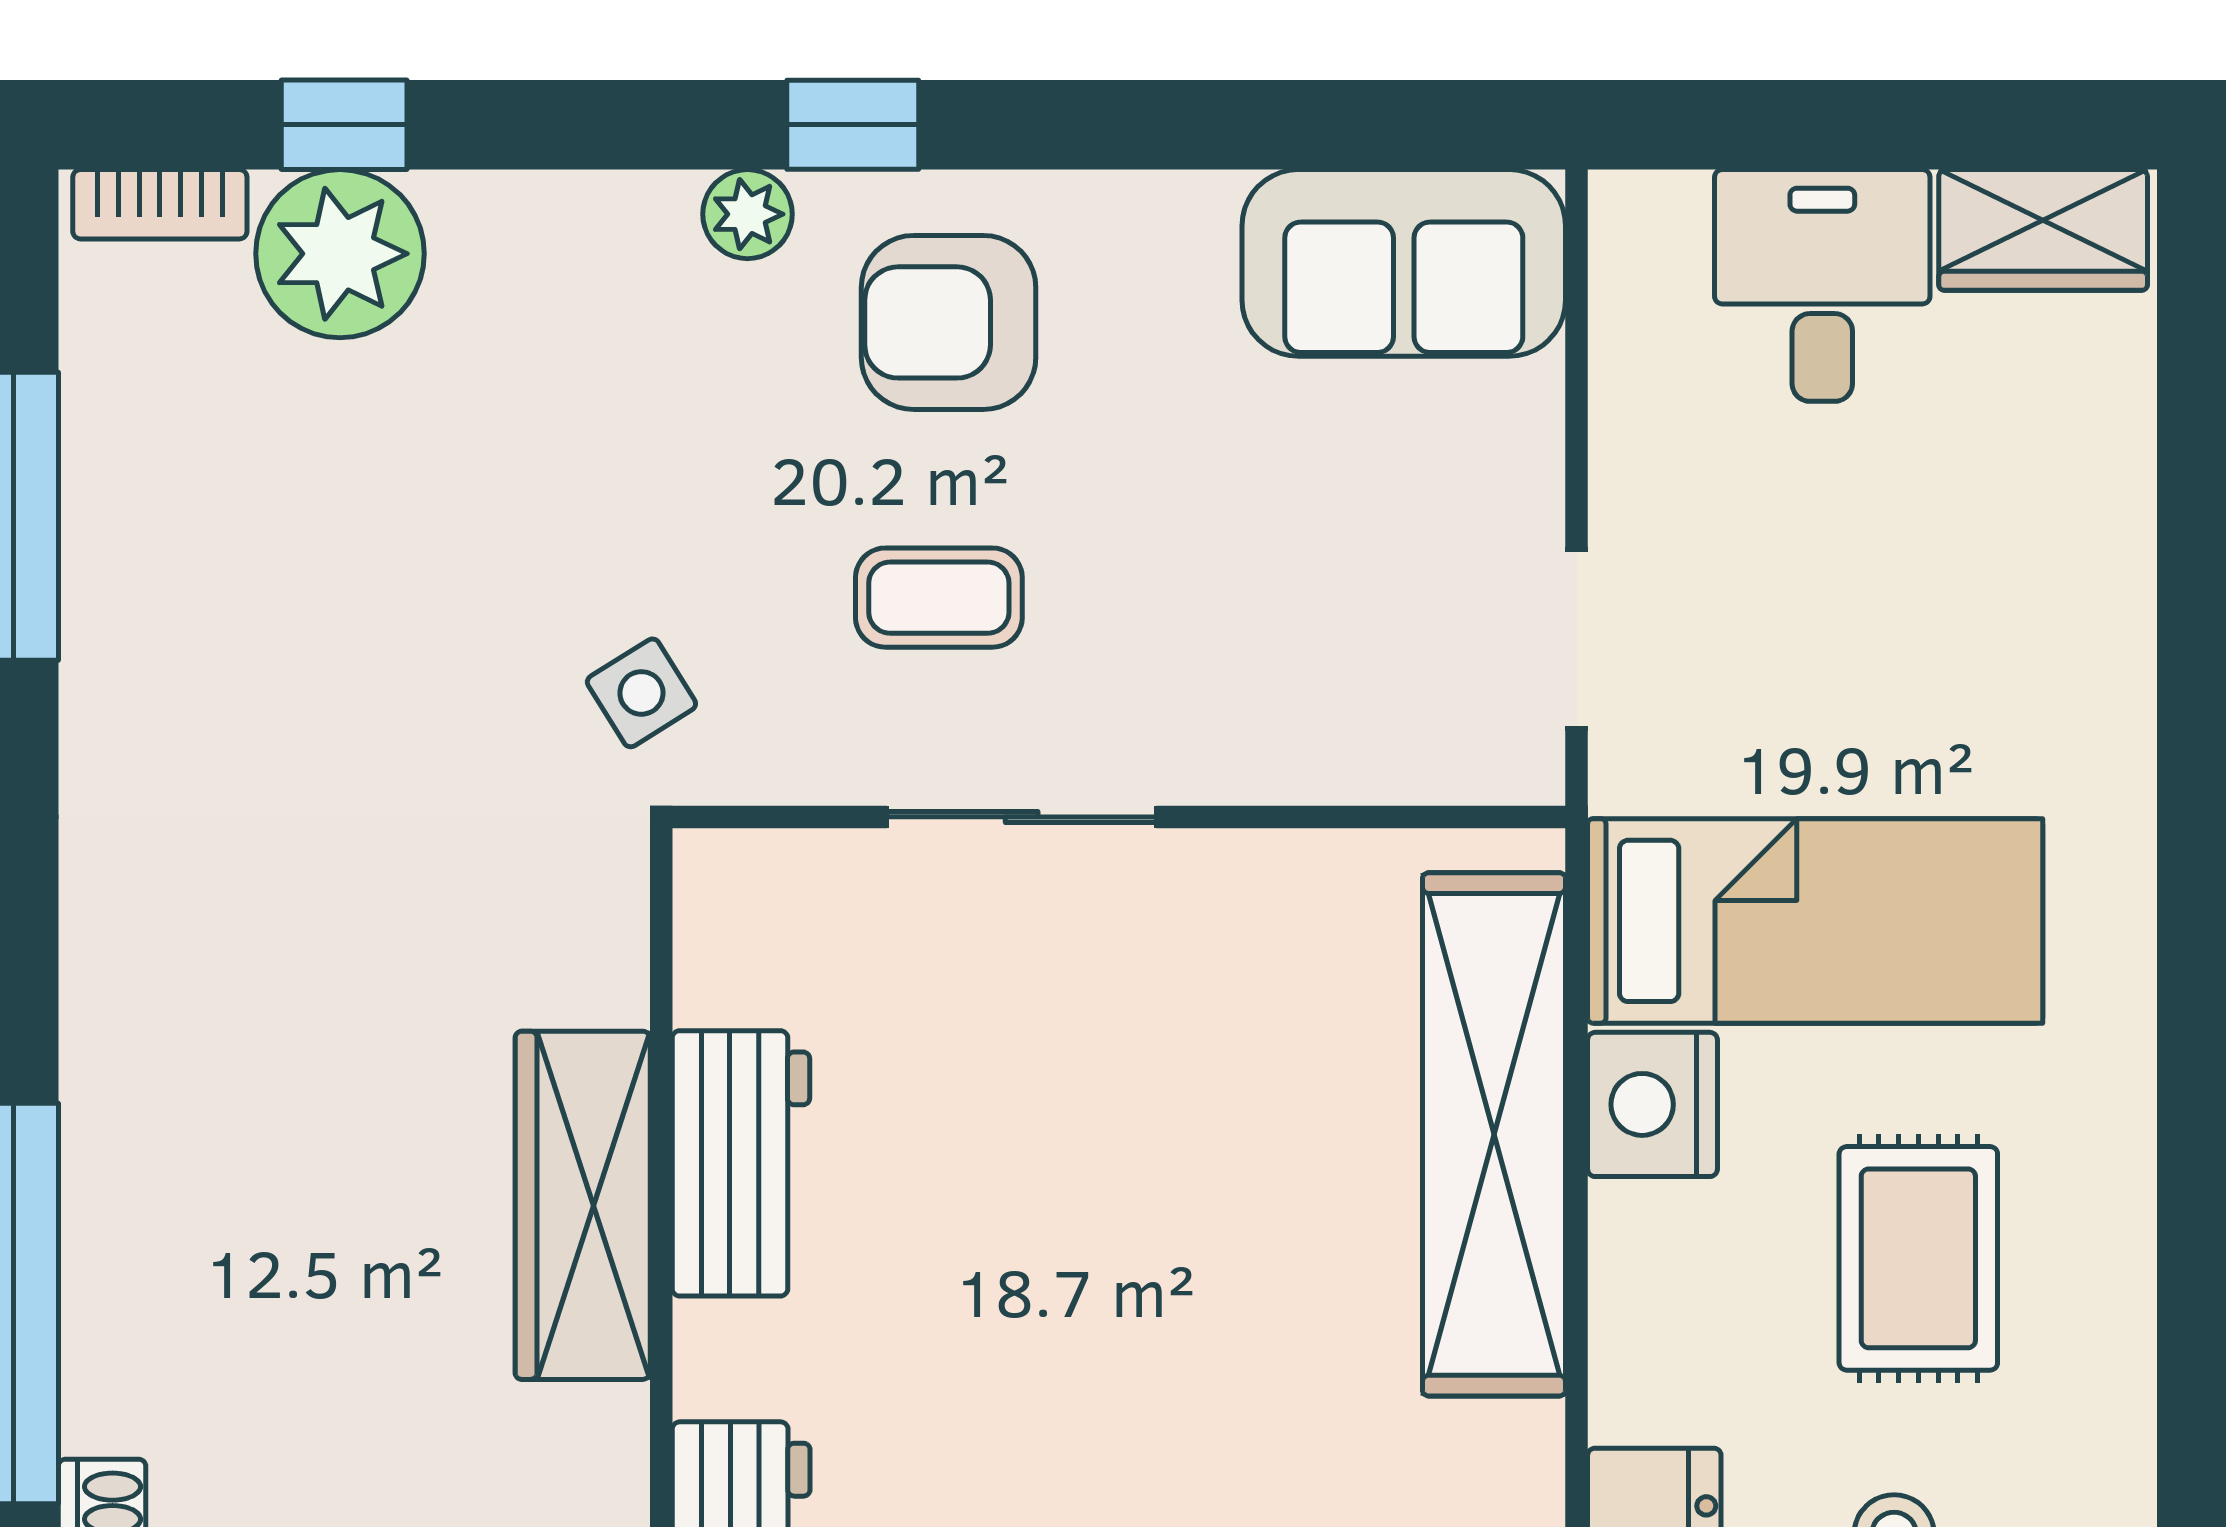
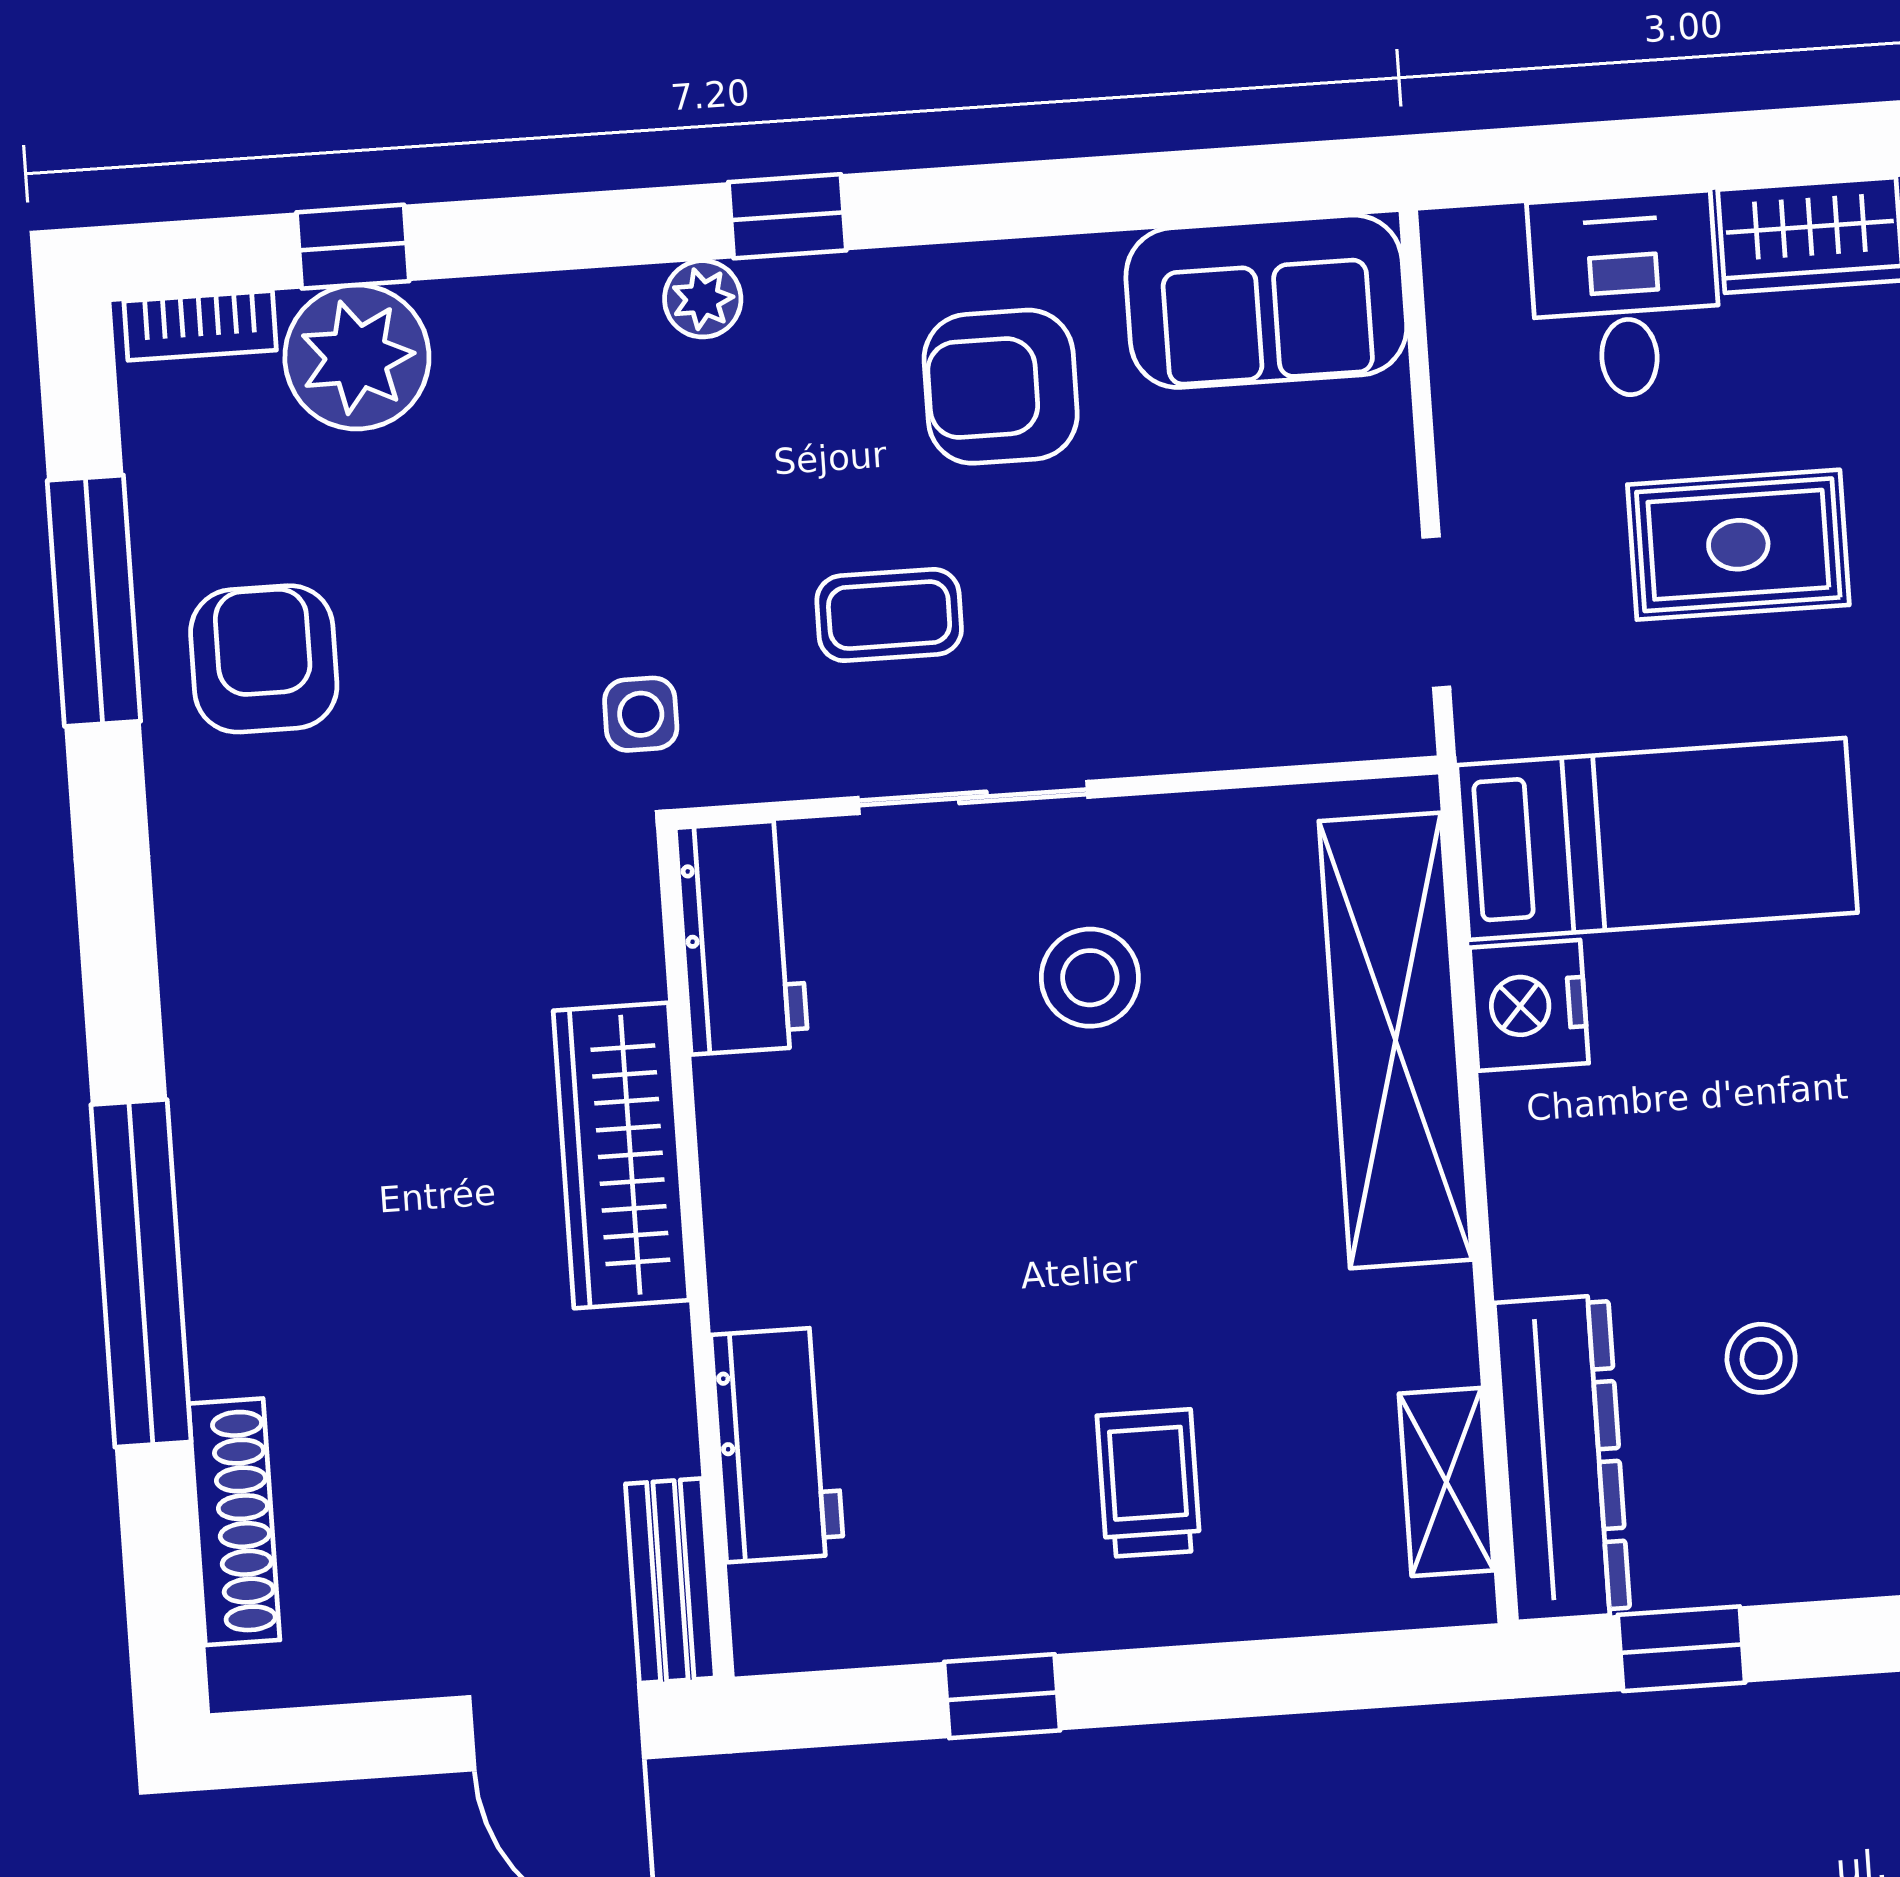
armchair: (949, 322) -> (1001, 387), moved
armchair: (207, 598) -> (264, 659), added
side table: (641, 693) -> (641, 714), turned 32
stool: (1143, 1036) -> (1090, 978), added
workbench: (741, 1163) -> (742, 937), moved
rug: (1918, 1258) -> (1738, 545), moved, turned 90

